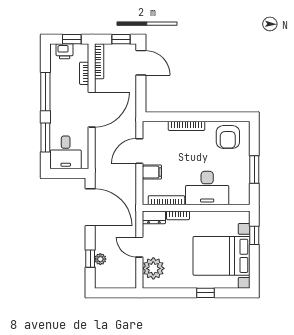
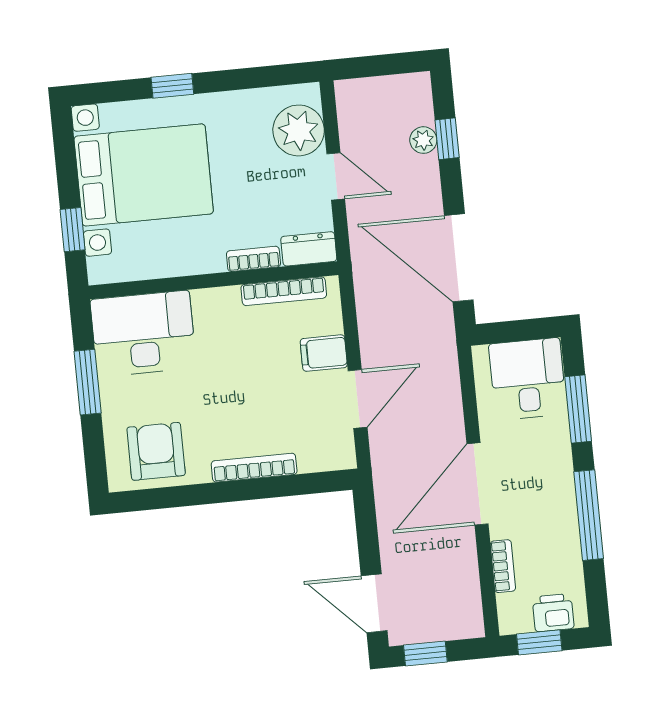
bookcase: (99, 61) -> (471, 597), removed
desk: (207, 188) -> (143, 334), moved

